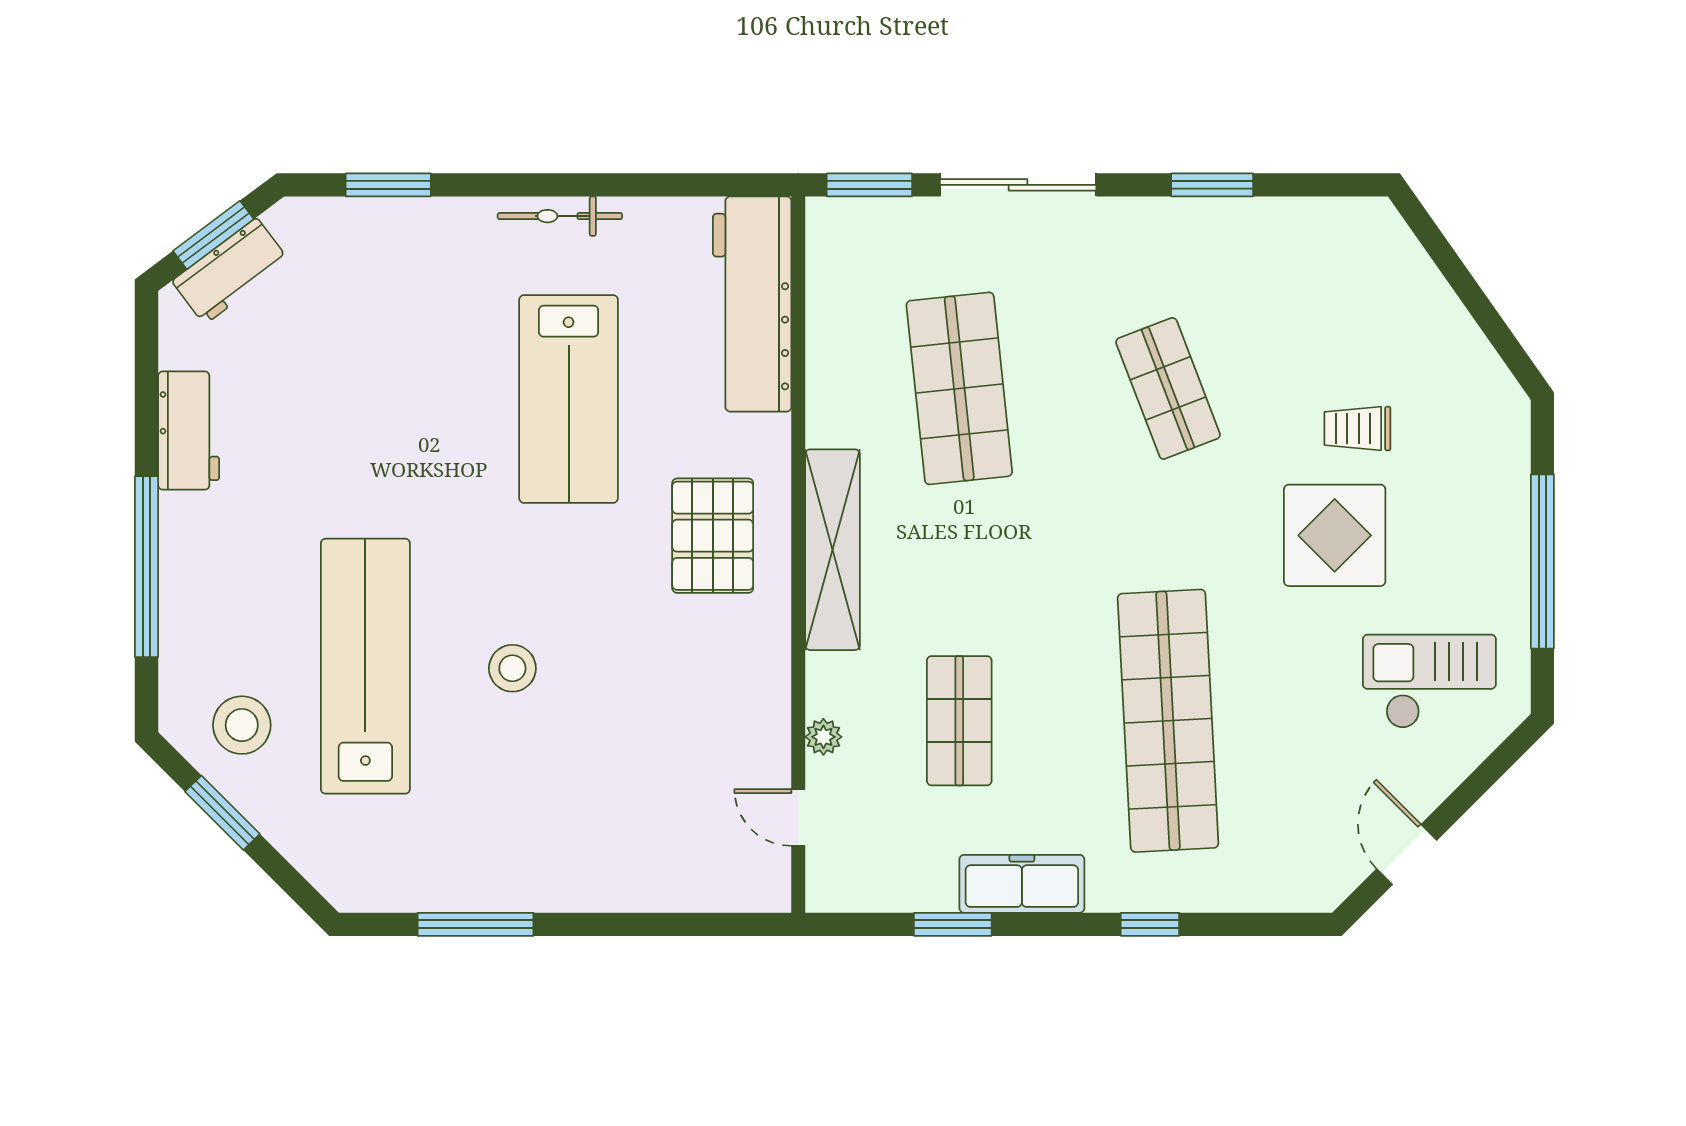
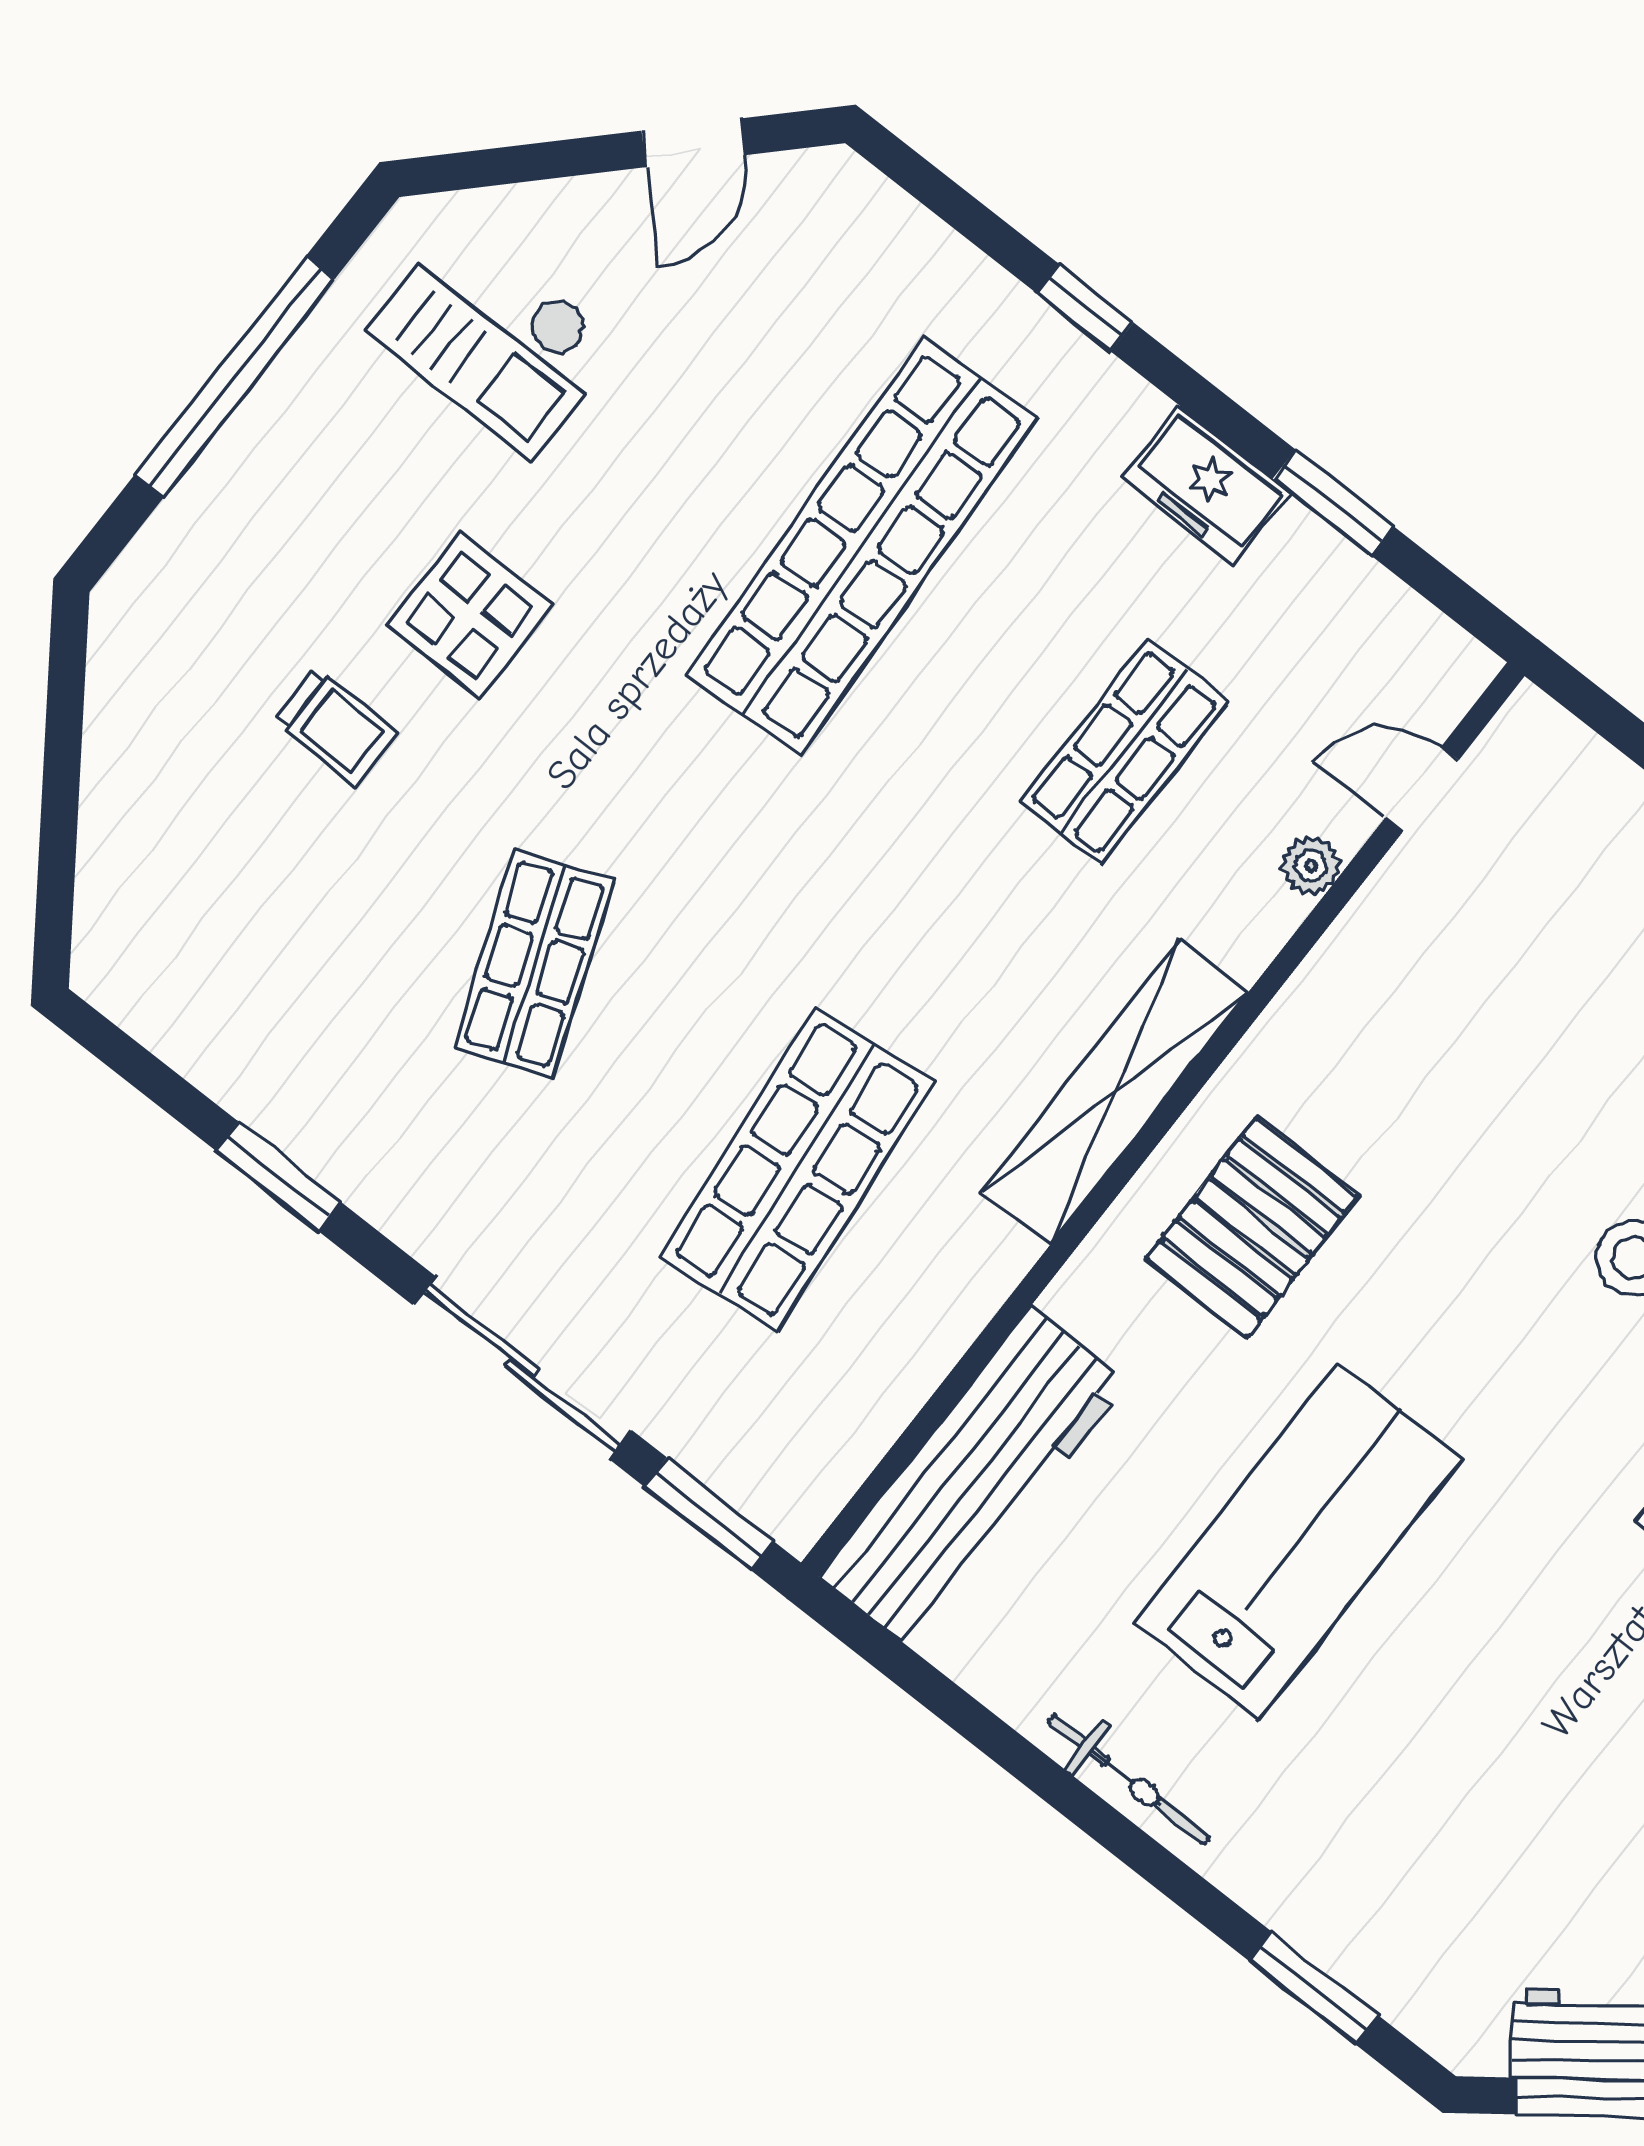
display table: (1335, 535) -> (470, 615), width x0.73, depth x0.73
door: (798, 818) -> (1422, 789), swing flipped
freezer: (1022, 884) -> (1206, 485), width x0.71

